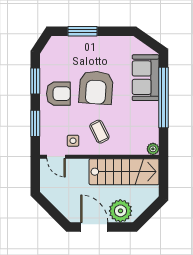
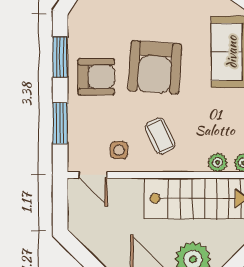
plant: (136, 149) -> (218, 162), added

